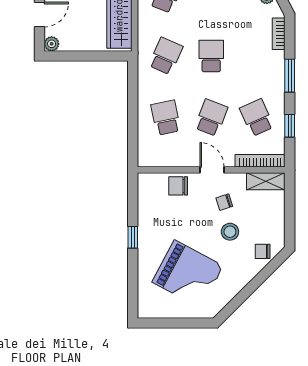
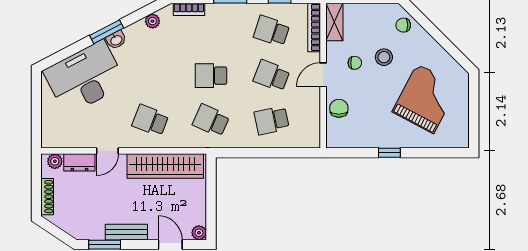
school desk: (257, 118) -> (272, 31), turned 42
chair: (178, 186) -> (339, 108), turned 180
chair: (224, 202) -> (355, 63), turned -72
chair: (263, 251) -> (403, 25), turned 90

